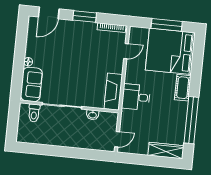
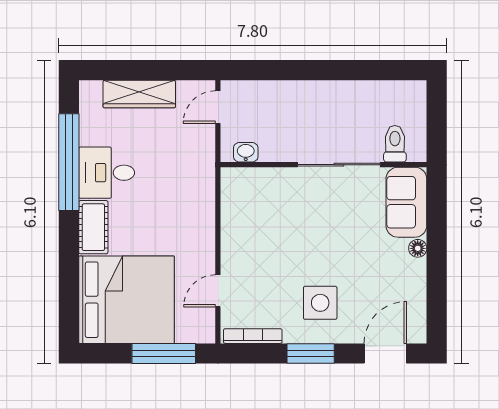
window: (167, 25) -> (164, 353), moved
side table: (78, 40) -> (320, 303), added
fireplace: (113, 92) -> (236, 205), removed
desk: (136, 97) -> (107, 173), moved, turned 180
washbasin: (93, 115) -> (246, 152), moved
wardrobe: (166, 150) -> (139, 94), moved

